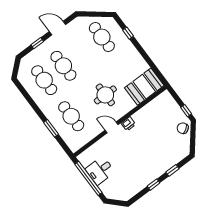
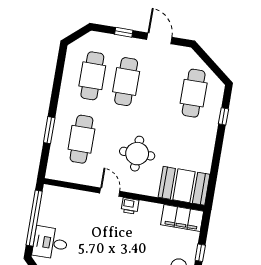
filing cabinet: (160, 103) -> (182, 218), added
desk: (100, 170) -> (50, 243), moved

